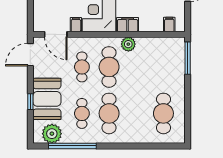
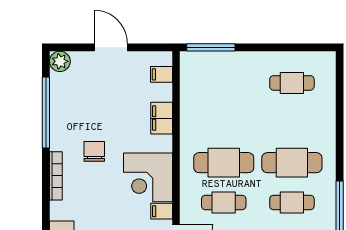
filing cabinet: (128, 25) -> (162, 118), moved
plant: (128, 44) -> (190, 134), removed
cafe table: (163, 113) -> (292, 83), width x0.73, depth x0.74

